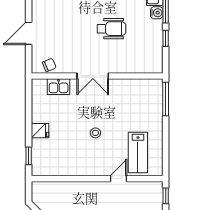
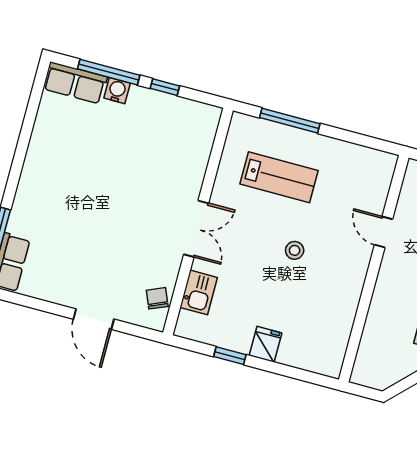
wheelchair: (111, 29) -> (124, 175), removed
window: (166, 99) -> (290, 121), moved
lab bench: (138, 153) -> (279, 177), moved
window: (29, 156) -> (230, 356), moved

